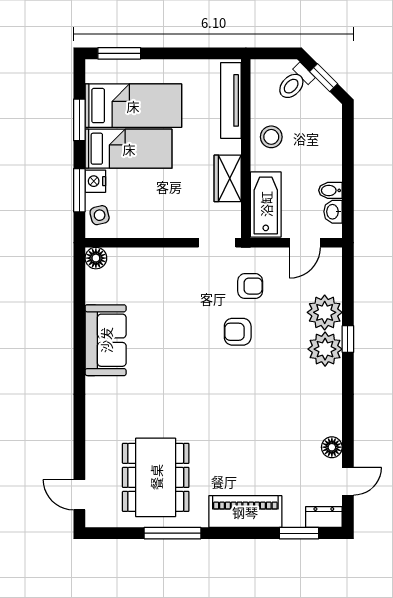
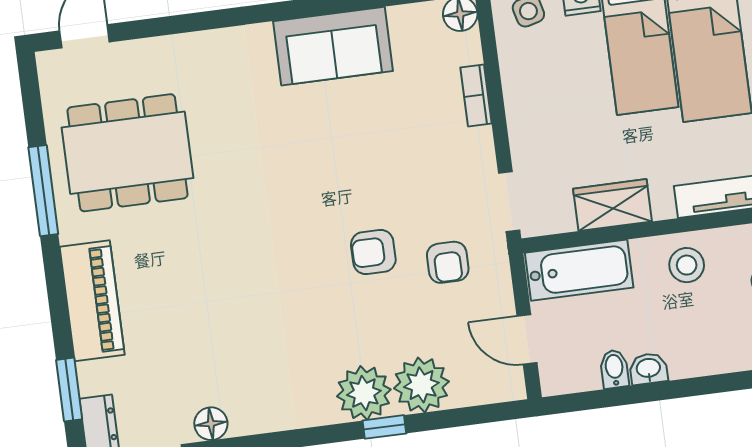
washbasin: (333, 212) -> (648, 369), moved
bookcase: (148, 255) -> (476, 95), added
armchair: (238, 332) -> (373, 252), turned -90

